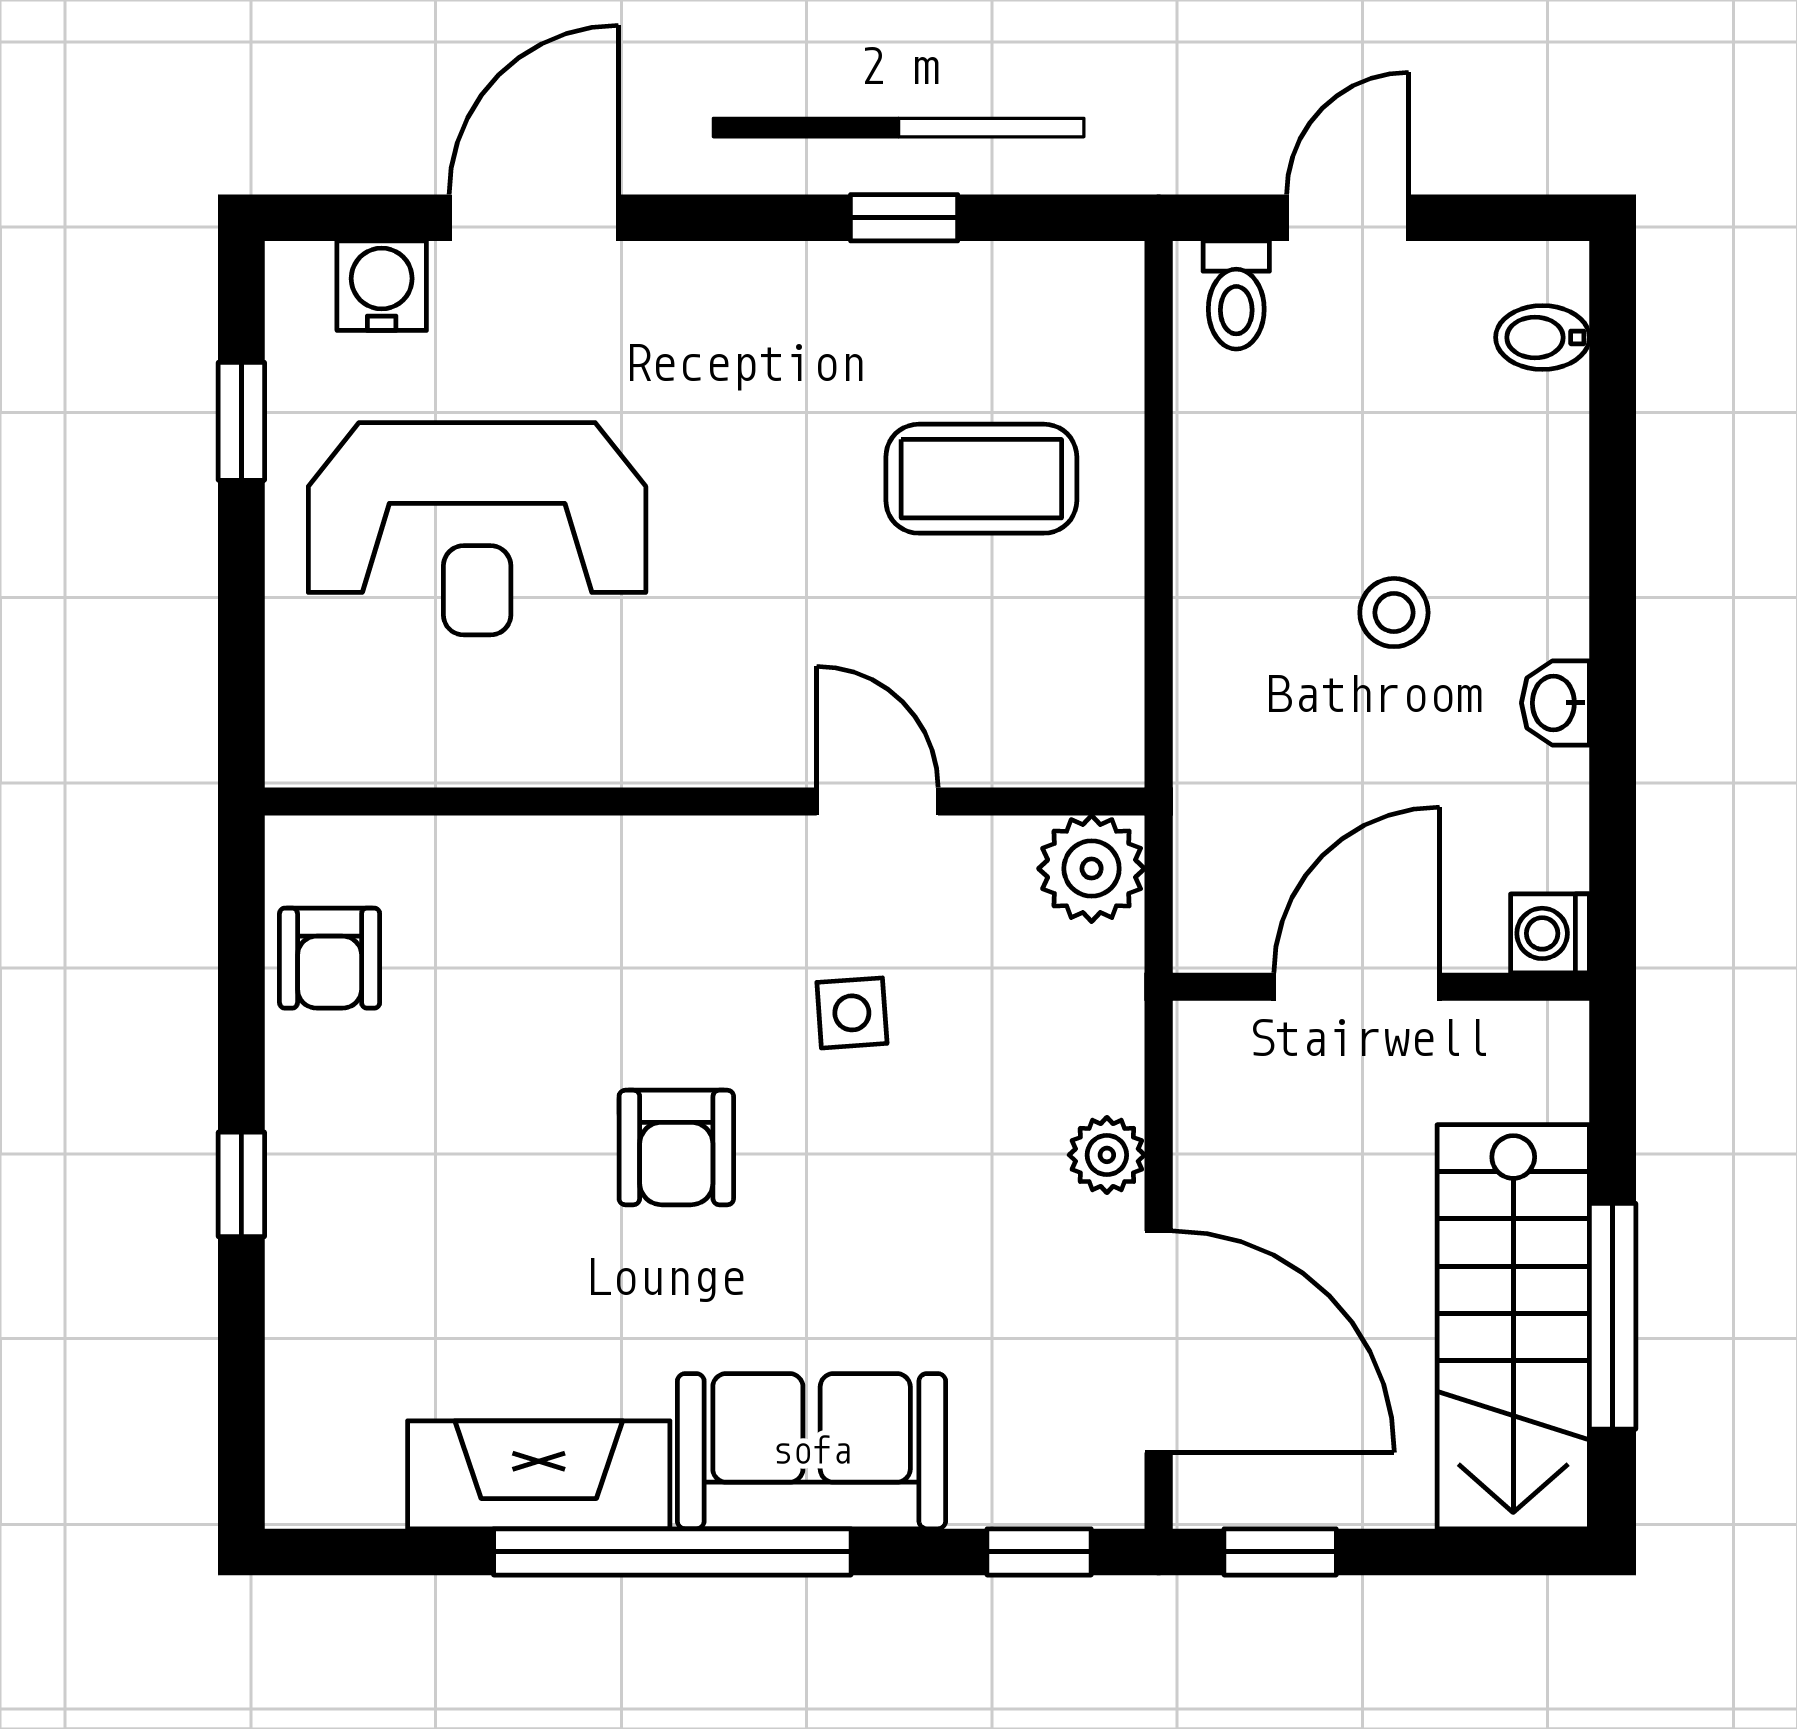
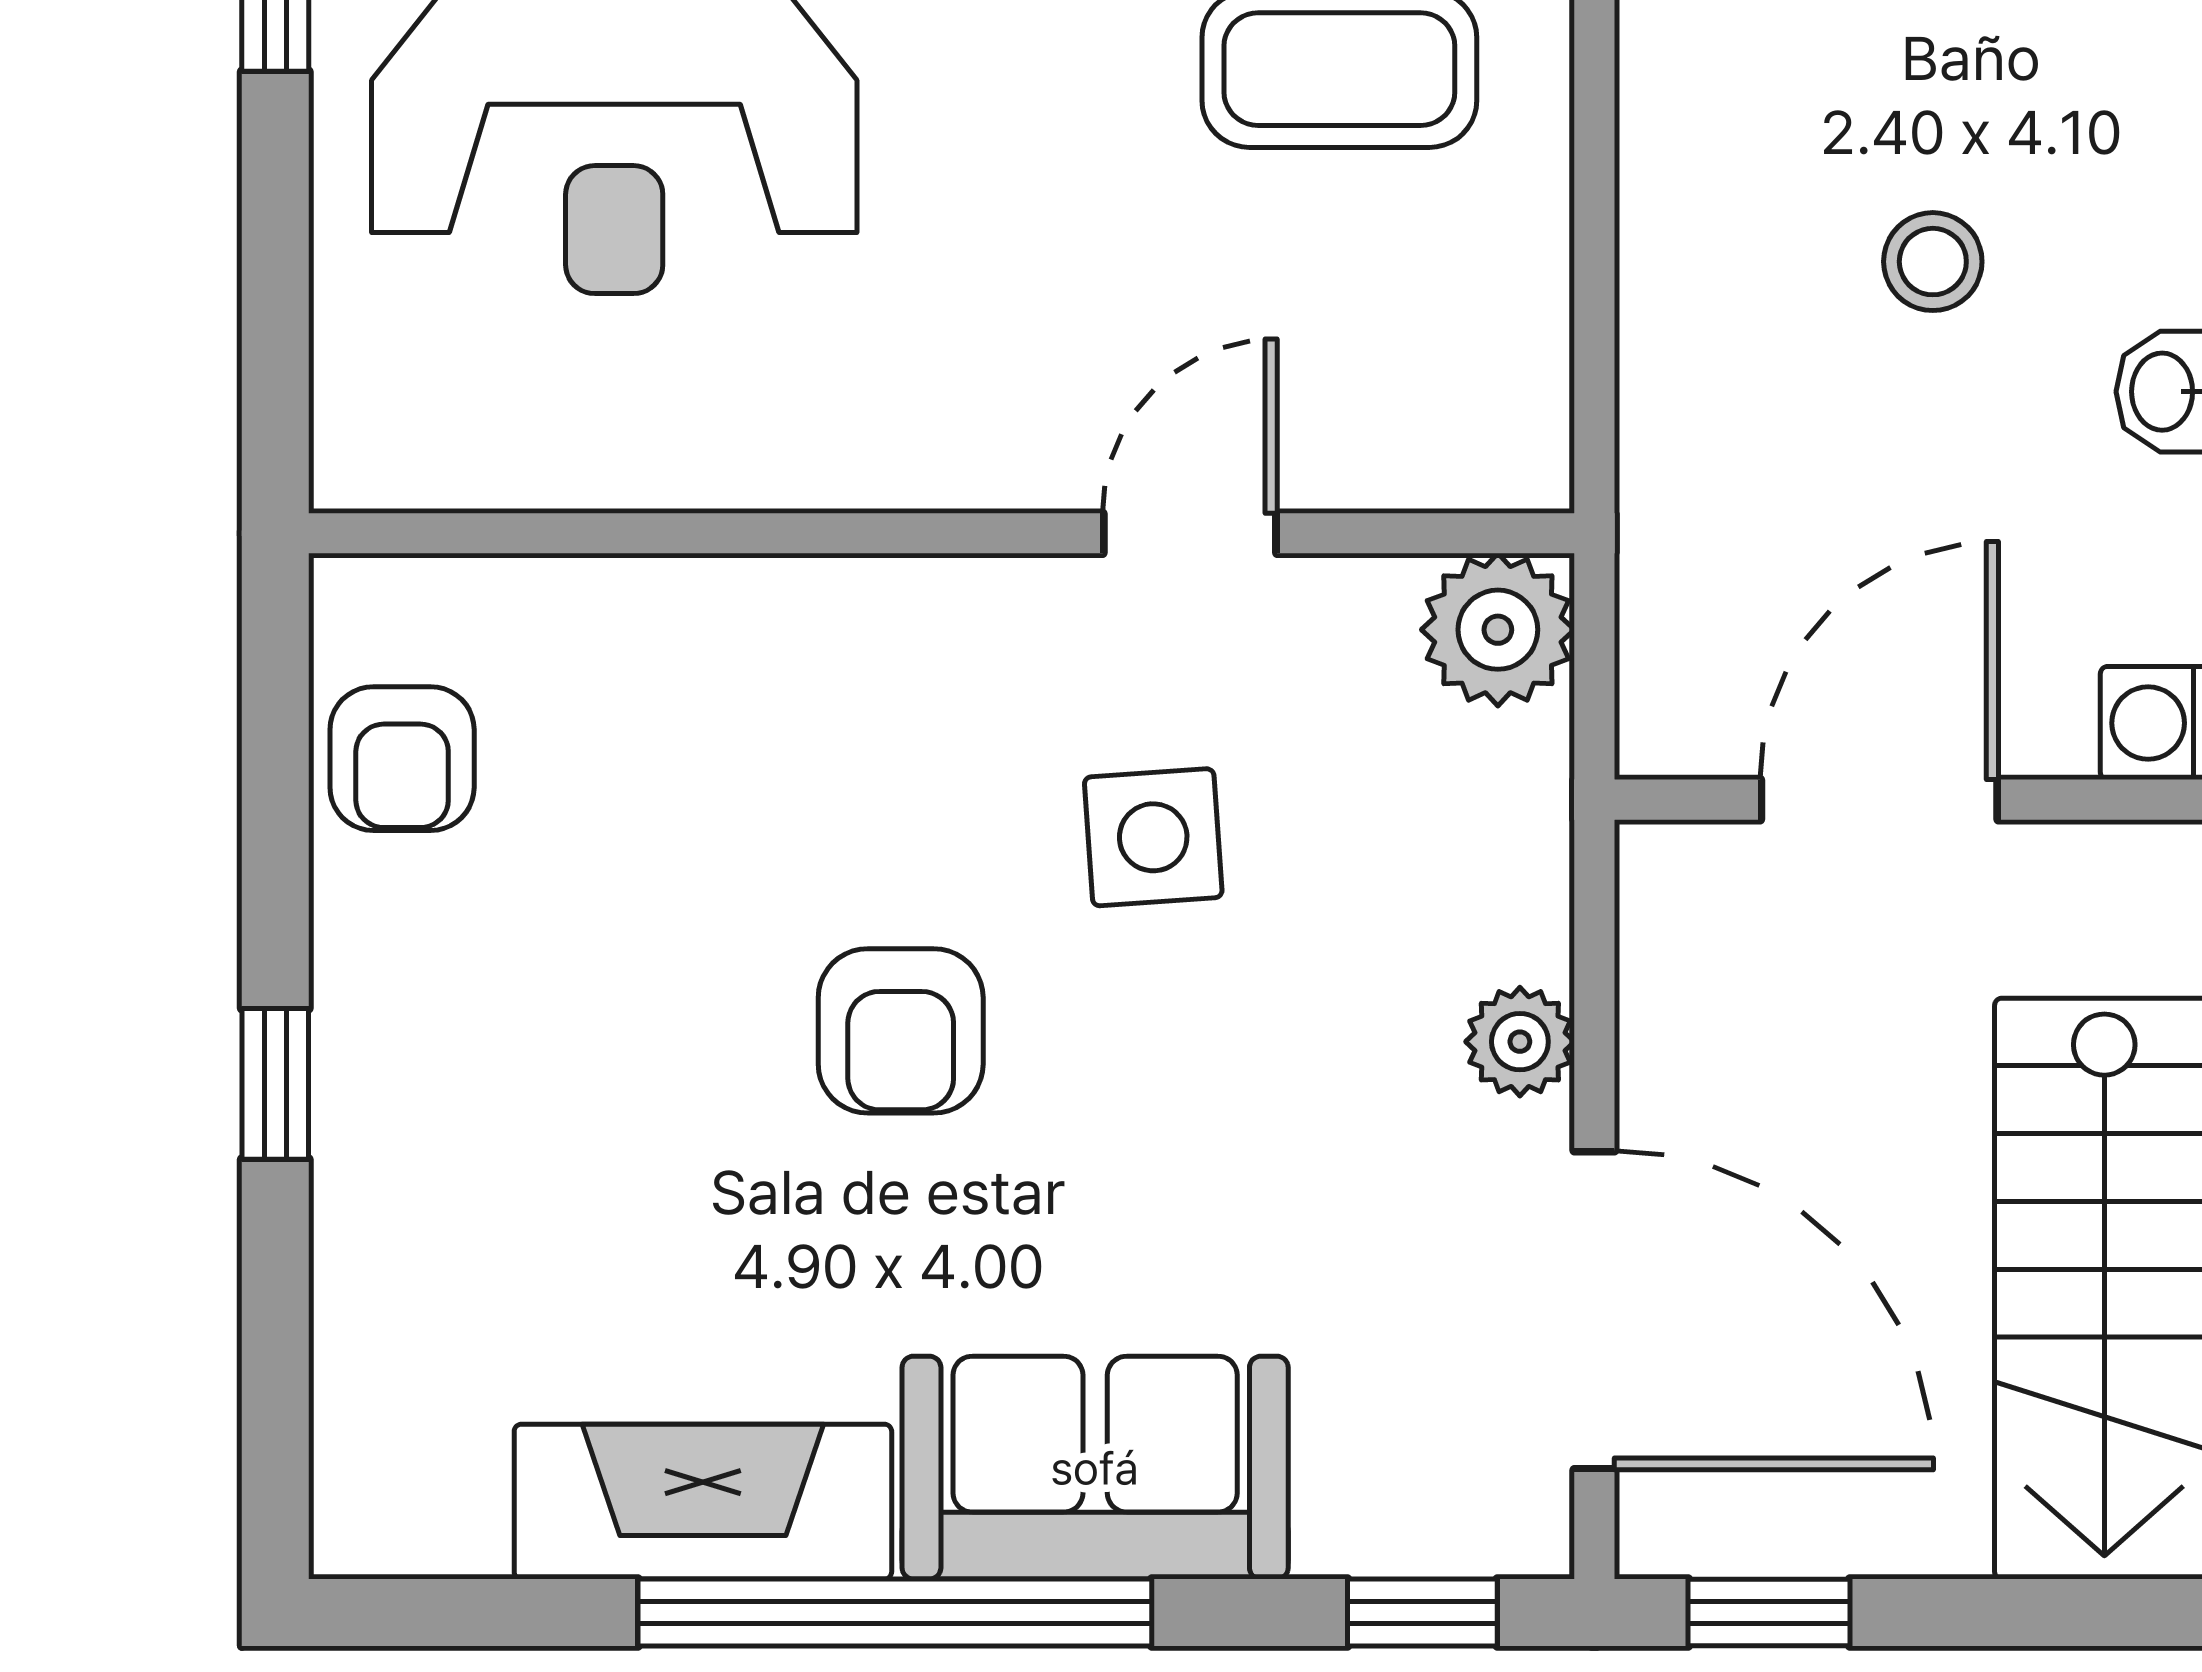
door: (877, 801) -> (1190, 533), hinge flipped
side table: (852, 1013) -> (1153, 837), width x1.37, depth x1.37

